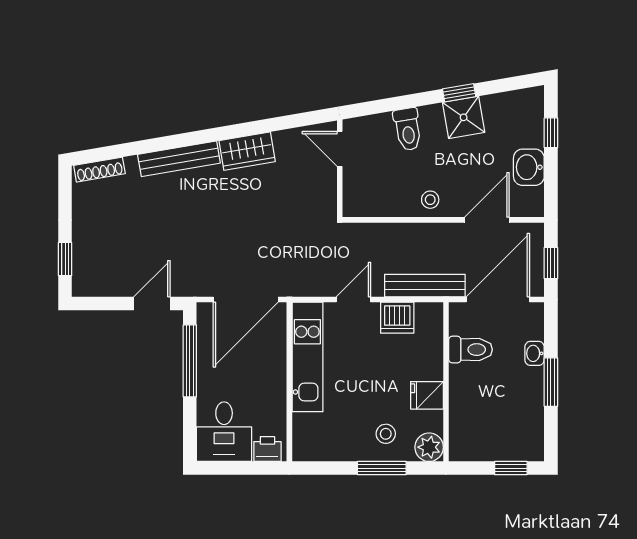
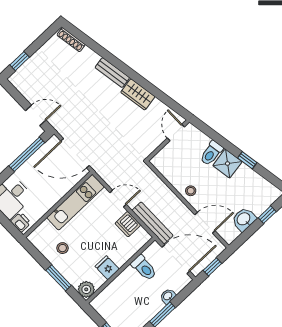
shower: (464, 117) -> (227, 164), moved
bench: (179, 159) -> (112, 73), width x0.73
stool: (386, 434) -> (63, 248), moved

